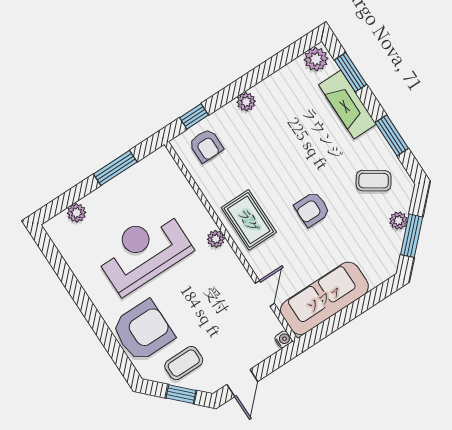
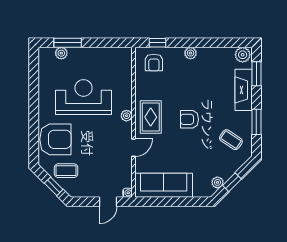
window: (115, 168) -> (68, 43), moved
armchair: (312, 209) -> (189, 119), moved
plant: (399, 221) -> (217, 182), moved
window: (412, 236) -> (232, 182), width x0.67
door: (265, 293) -> (134, 148), moved
door: (242, 383) -> (108, 202), moved

